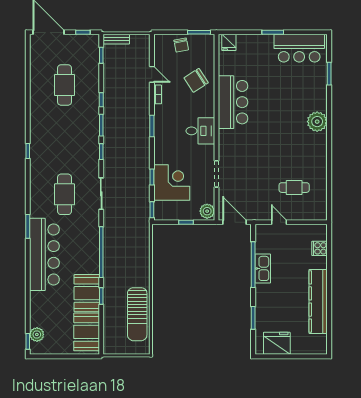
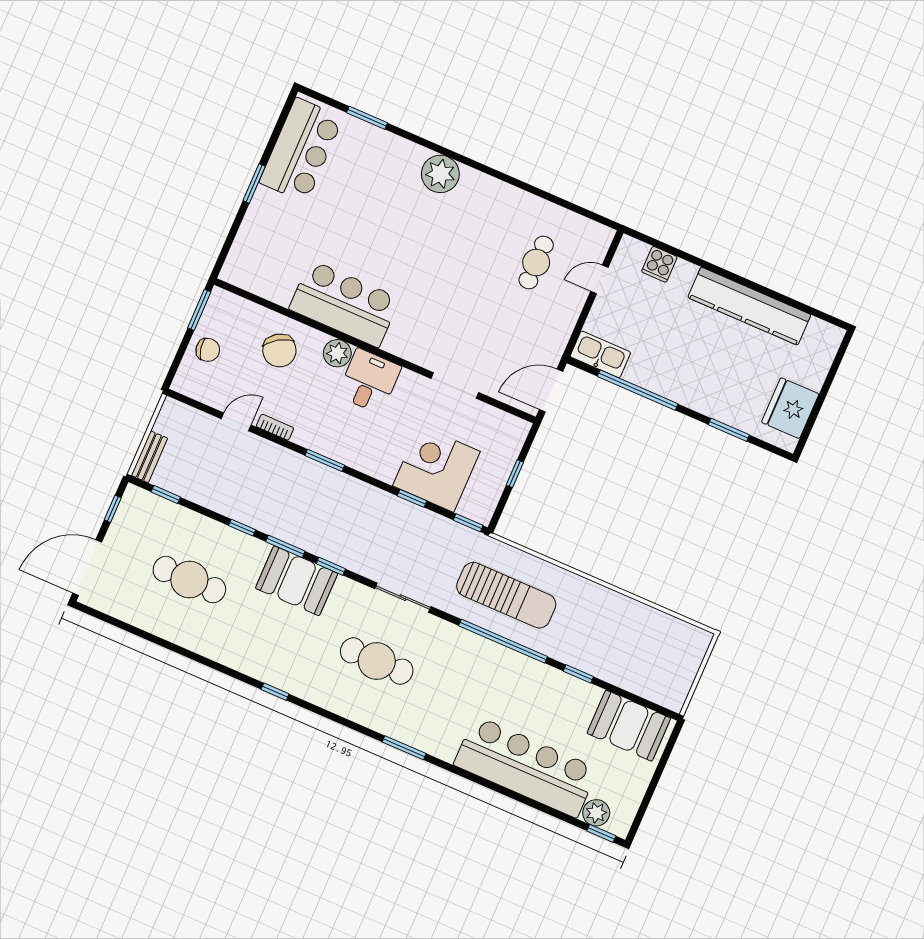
fridge: (229, 42) -> (239, 266), removed
plant: (207, 211) -> (337, 353), moved
door: (279, 222) -> (599, 279), moved
bar counter: (44, 254) -> (526, 767), moved
kitchen sink: (263, 268) -> (600, 354), moved
booth: (87, 293) -> (297, 581), moved
sun lounger: (137, 314) -> (506, 595), moved

